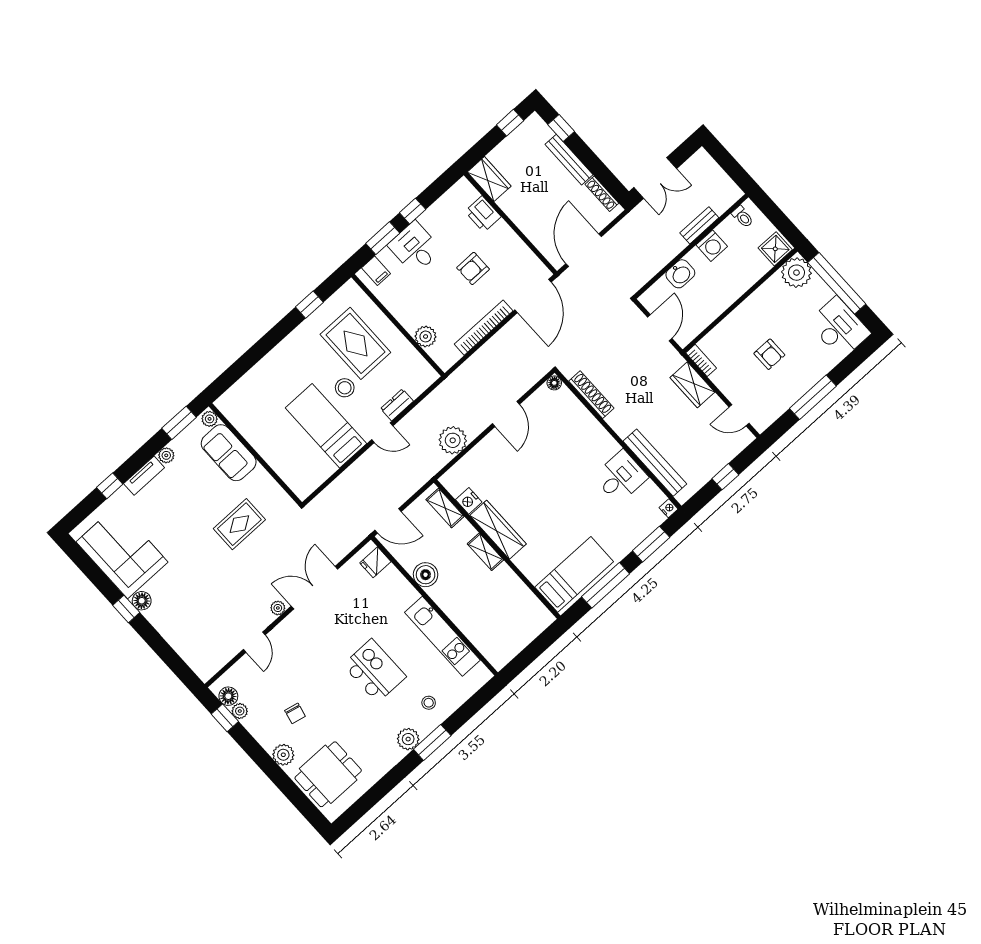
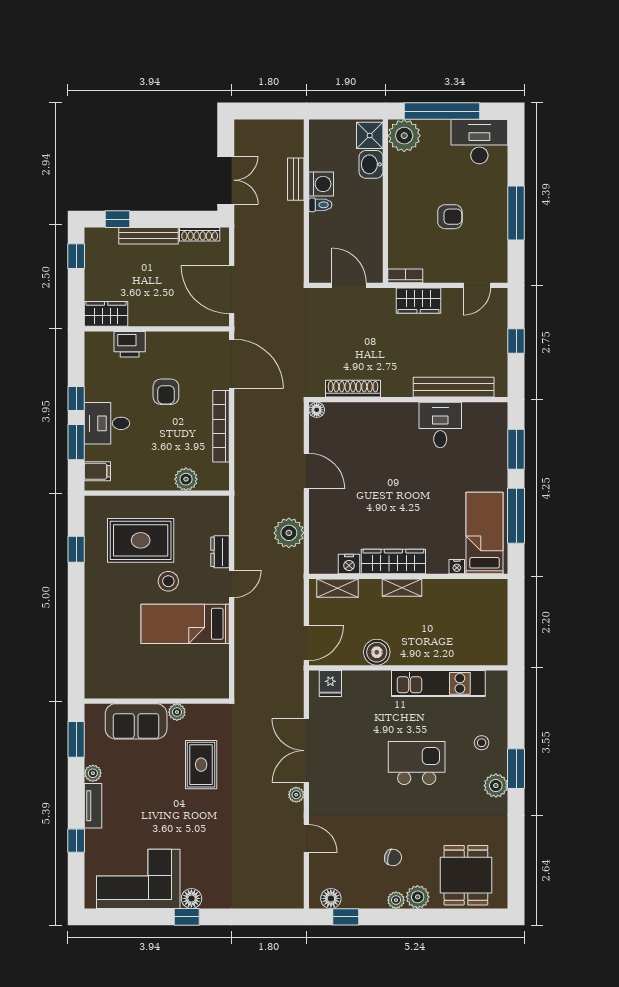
toilet: (743, 217) -> (320, 205), moved
washbasin: (680, 274) -> (371, 164), moved, turned 180
plant: (210, 419) -> (177, 712), moved
nightstand: (669, 508) -> (457, 567), moved, turned 180
plant: (240, 711) -> (396, 900), moved

